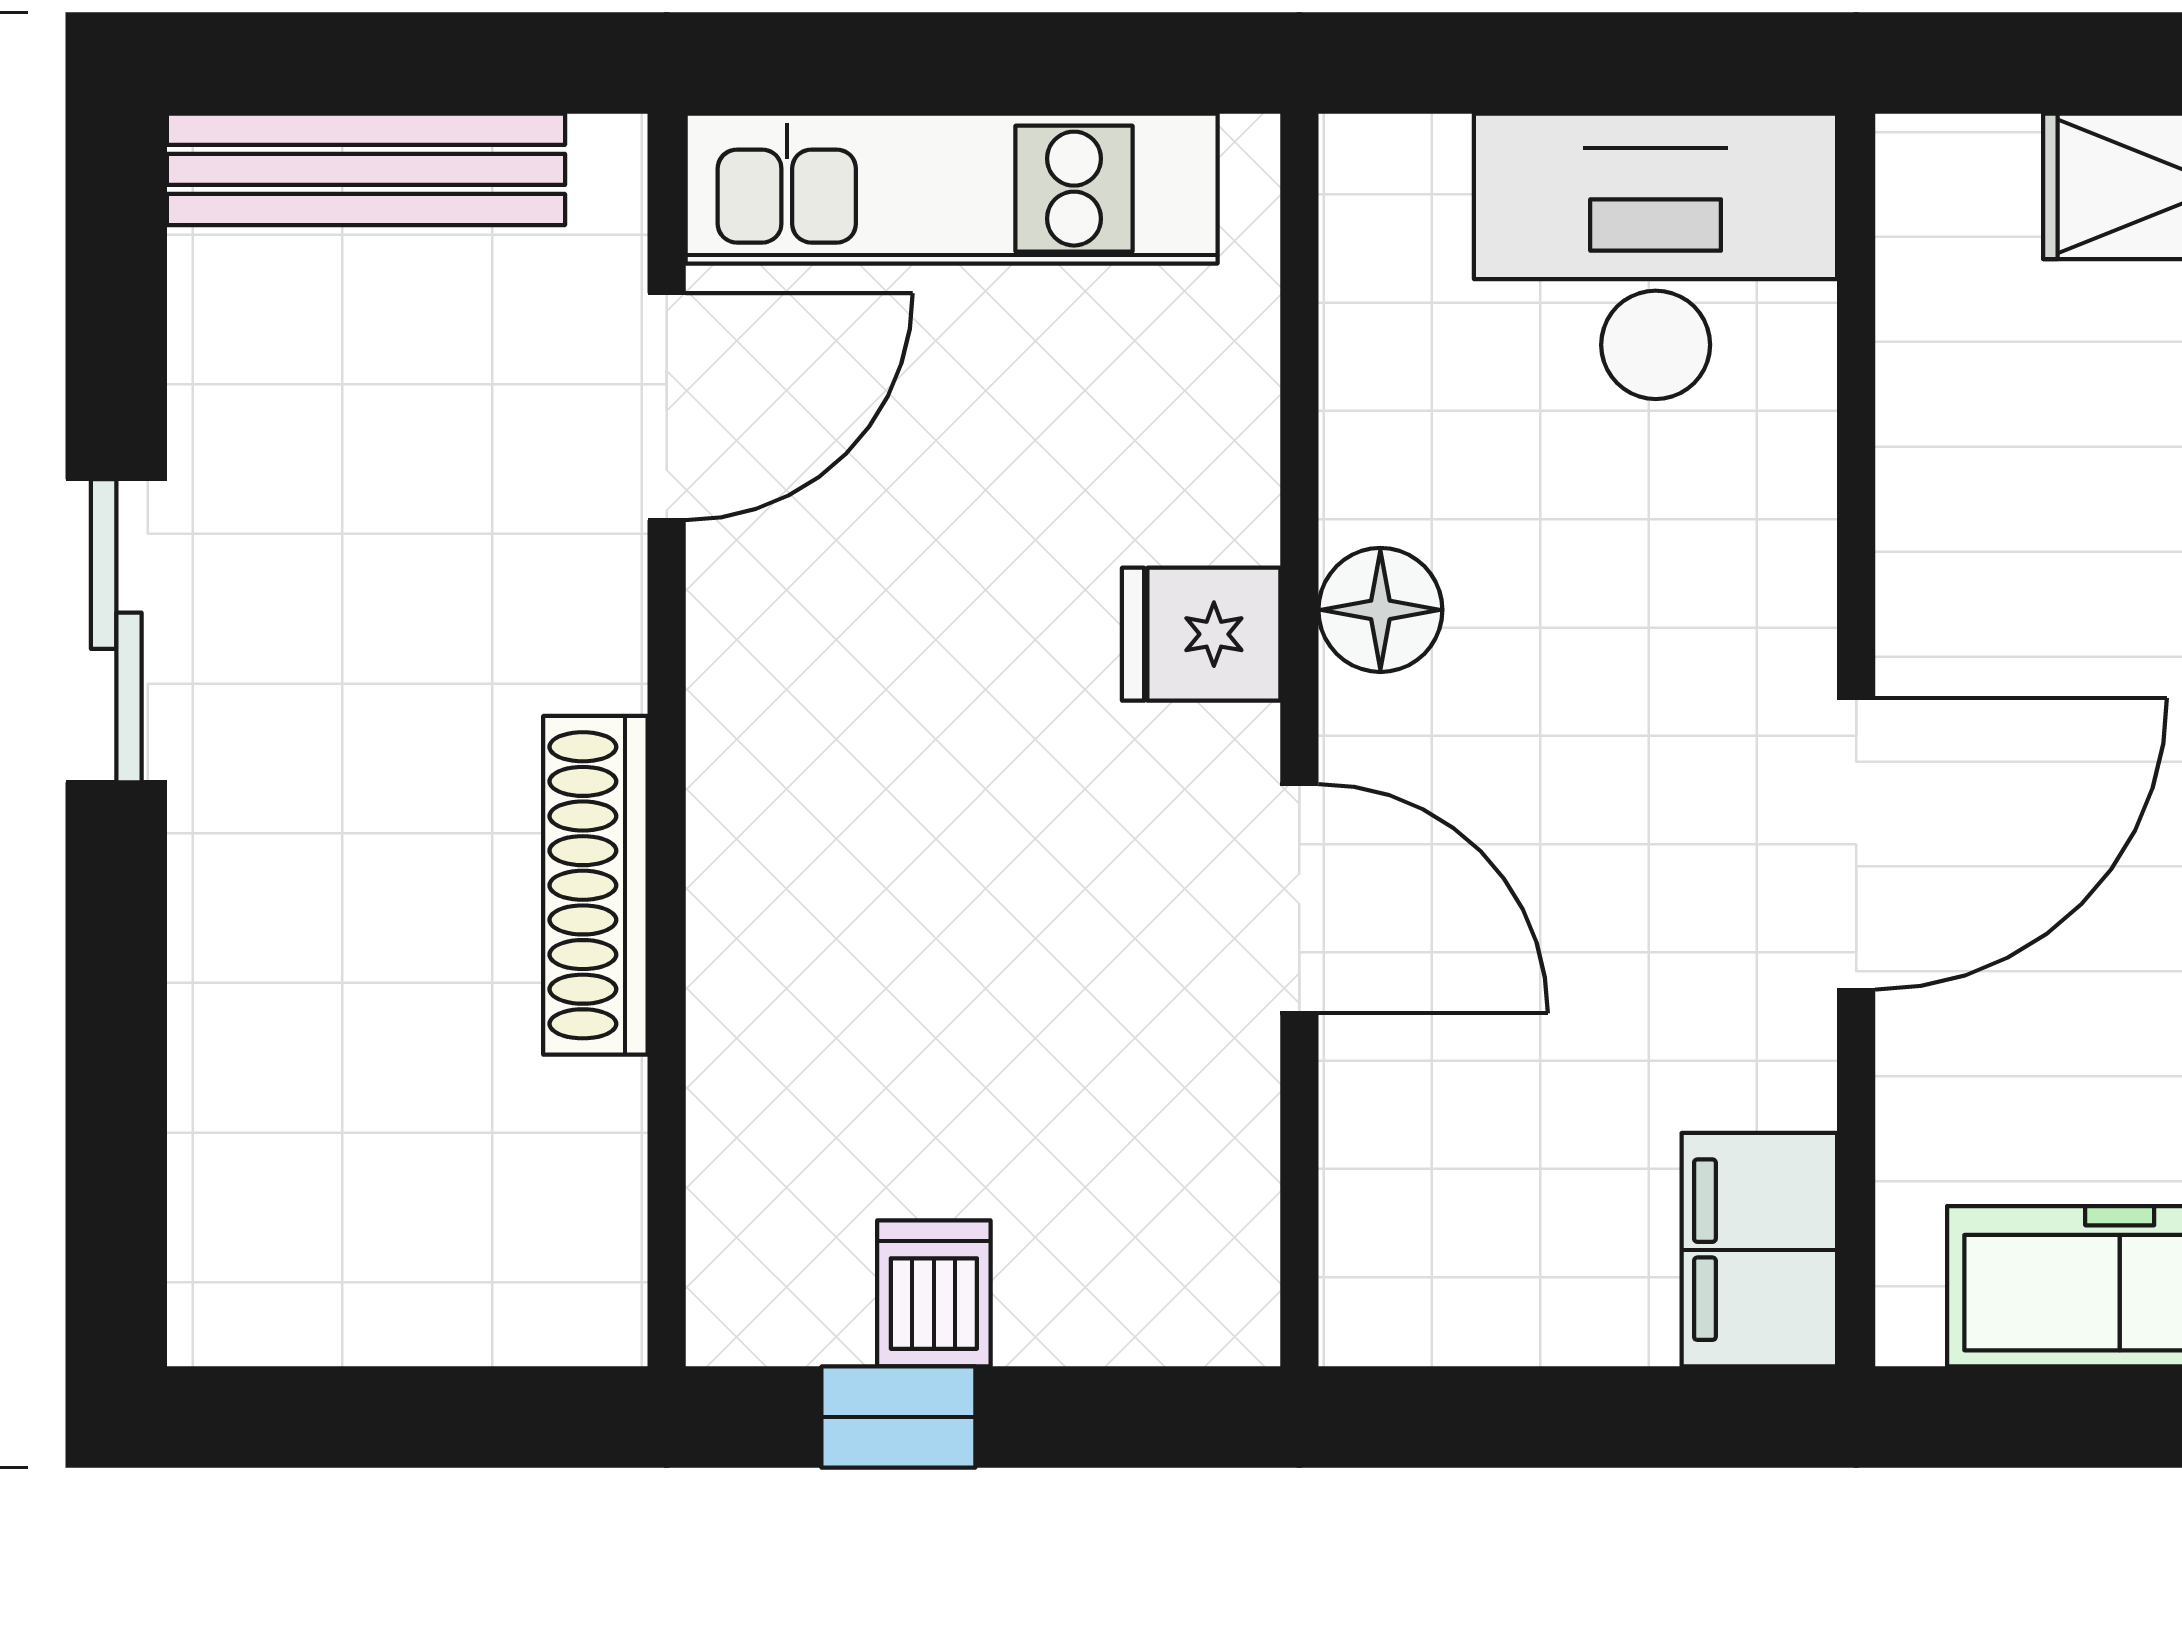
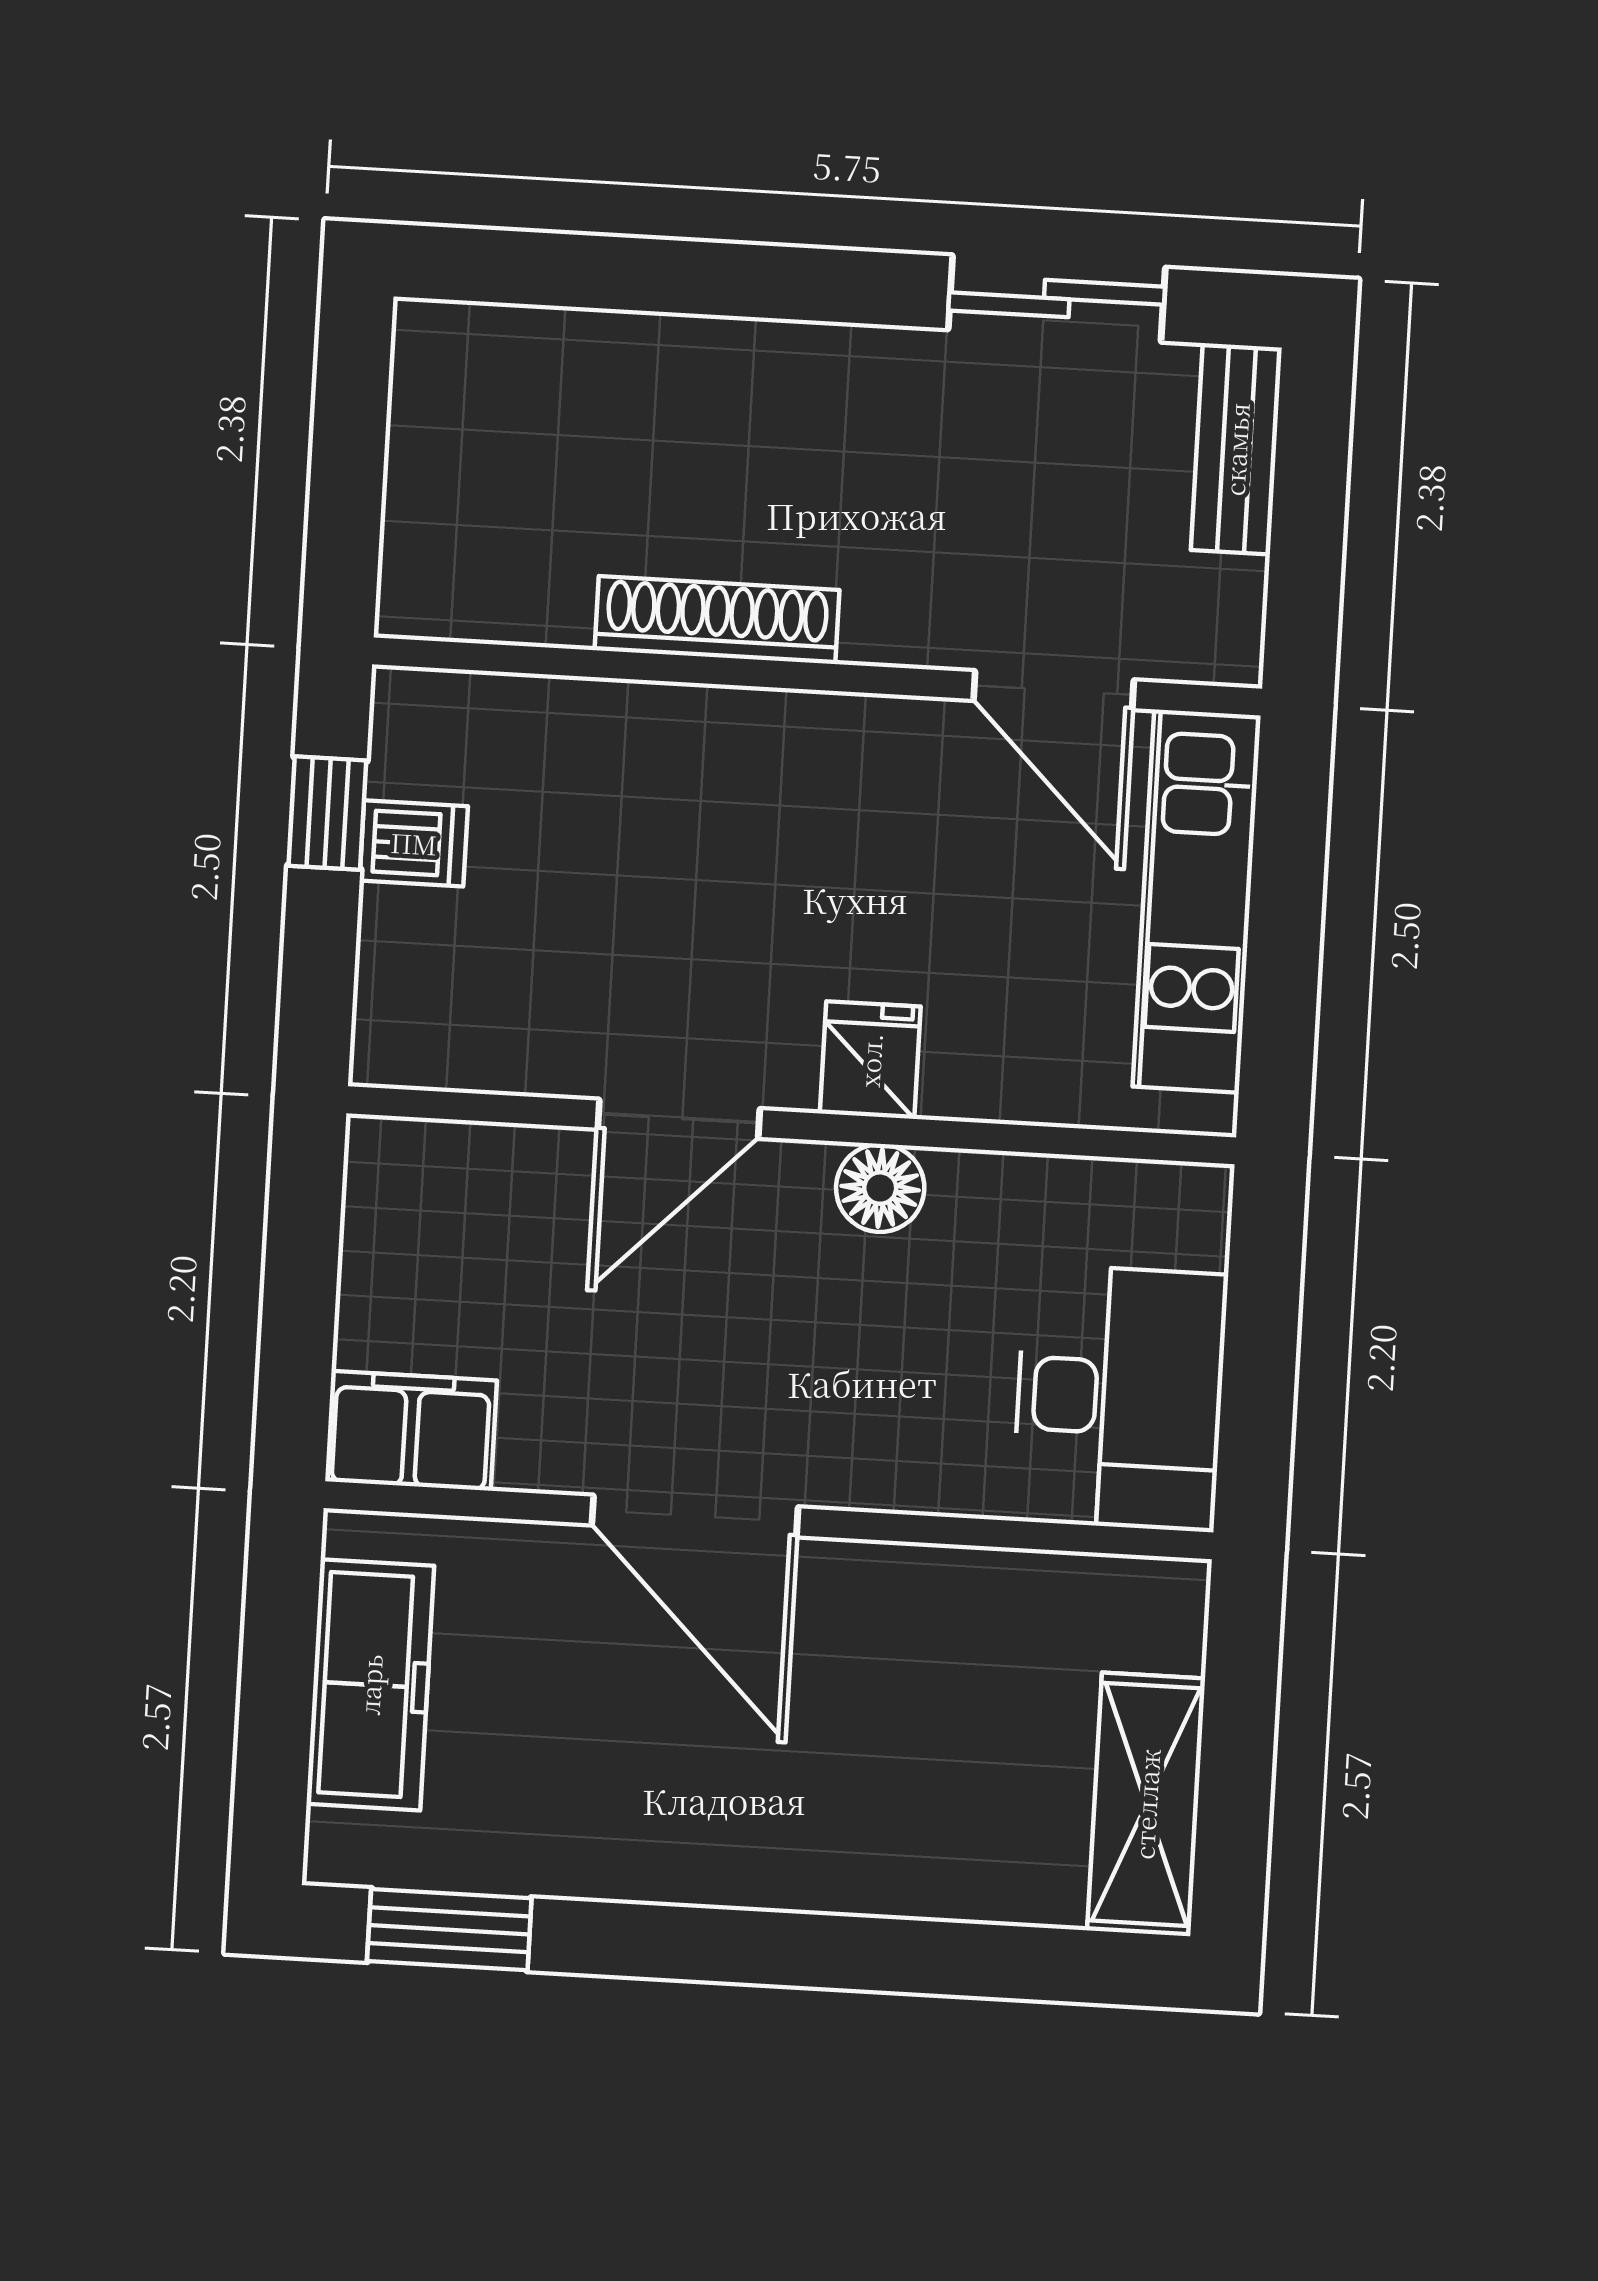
bench: (366, 169) -> (1236, 449), width x0.73
sliding door: (116, 631) -> (1057, 299), moved

